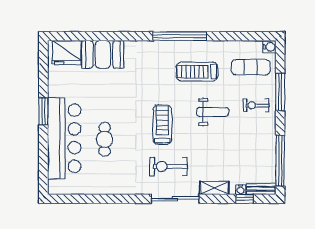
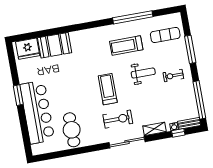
window: (180, 36) -> (133, 17), moved
water cooler: (269, 47) -> (176, 18), removed
exercise bike: (256, 105) -> (173, 76), moved
cafe table: (105, 139) -> (72, 130), moved, width x1.37, depth x1.35
exercise bike: (168, 166) -> (118, 119), turned 180

